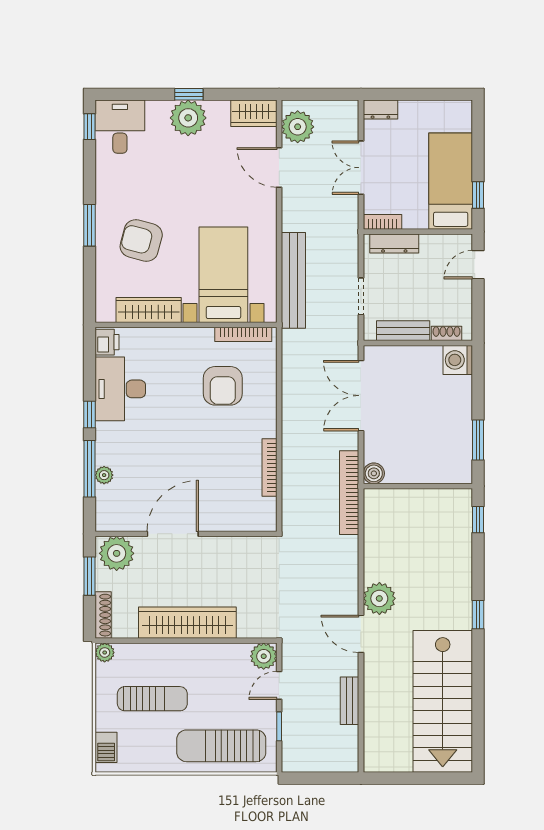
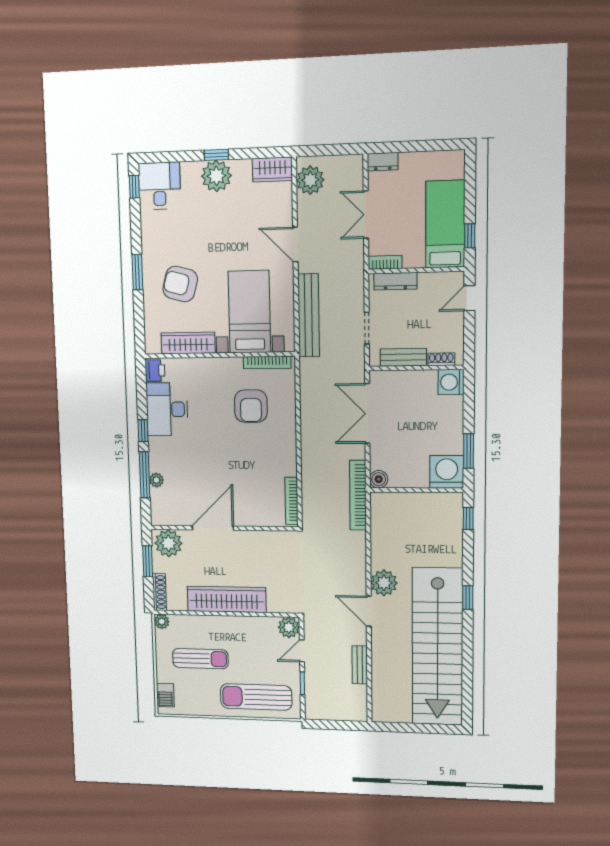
door: (279, 167) -> (295, 244), moved
washing machine: (453, 465) -> (447, 472), added
bookcase: (270, 467) -> (291, 501), moved
stairs: (443, 701) -> (437, 647), width x1.36

